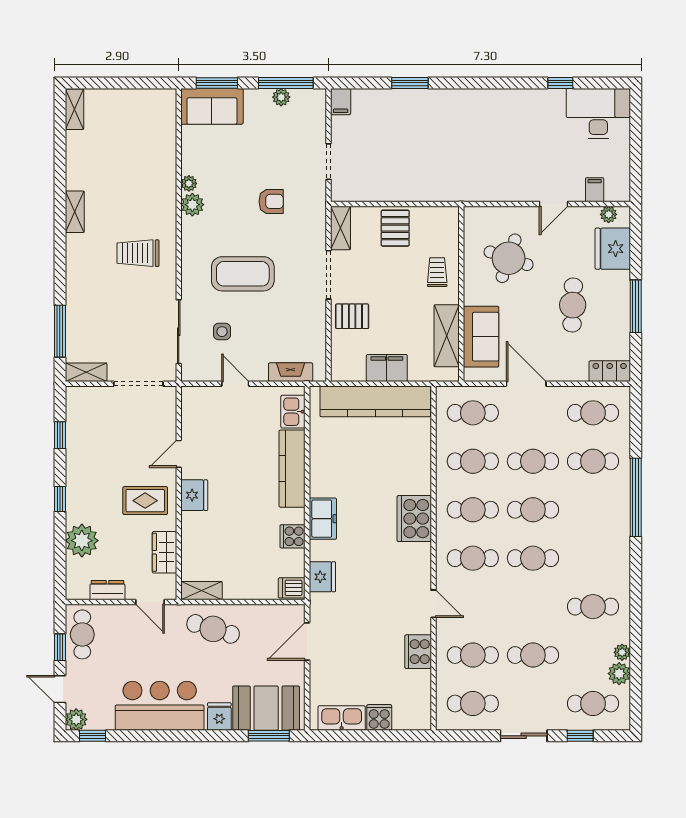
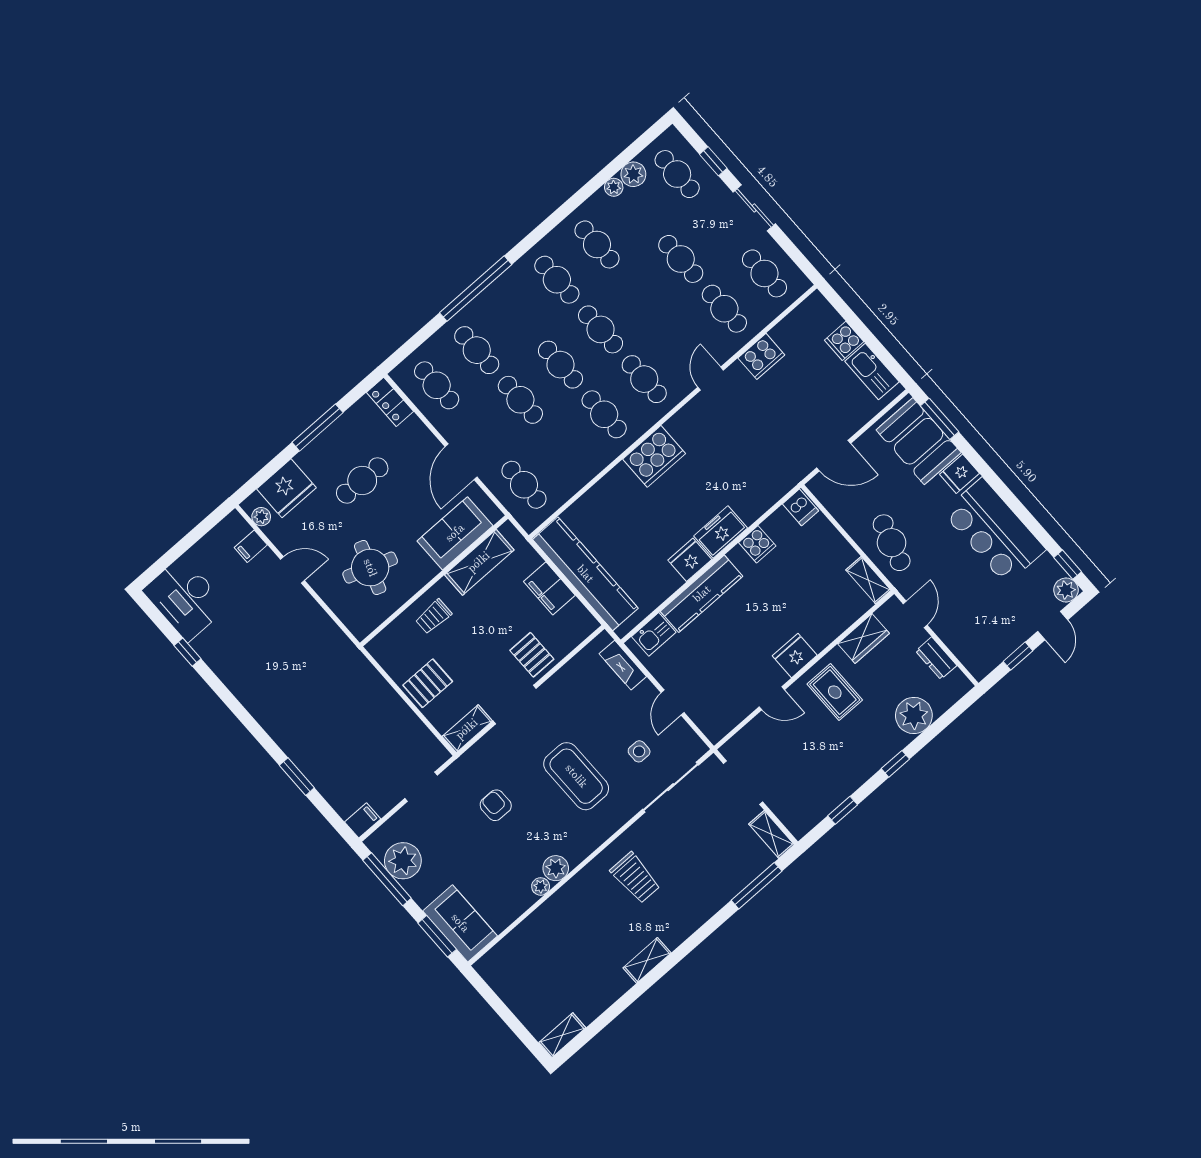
plant: (281, 97) -> (403, 861), width x1.88, depth x1.88
cafe table: (473, 461) -> (557, 280), moved
fridge: (322, 577) -> (690, 560), moved
cafe table: (82, 634) -> (991, 647), removed

